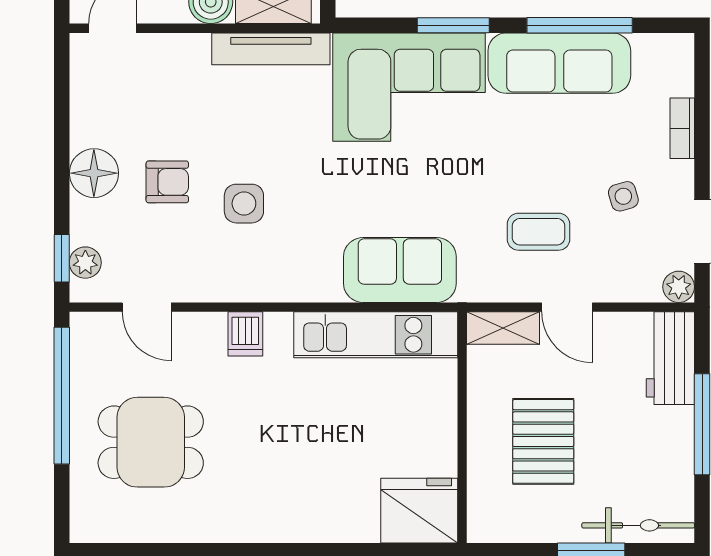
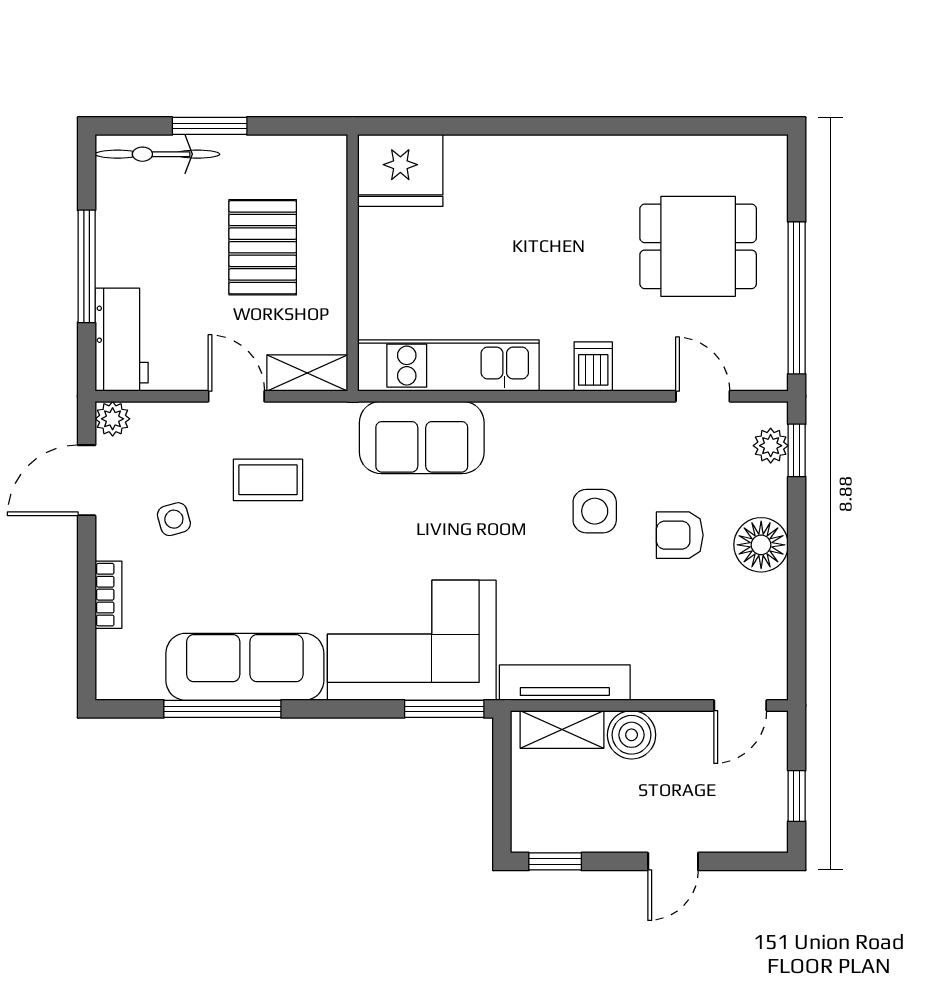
window: (453, 25) -> (444, 709), moved

